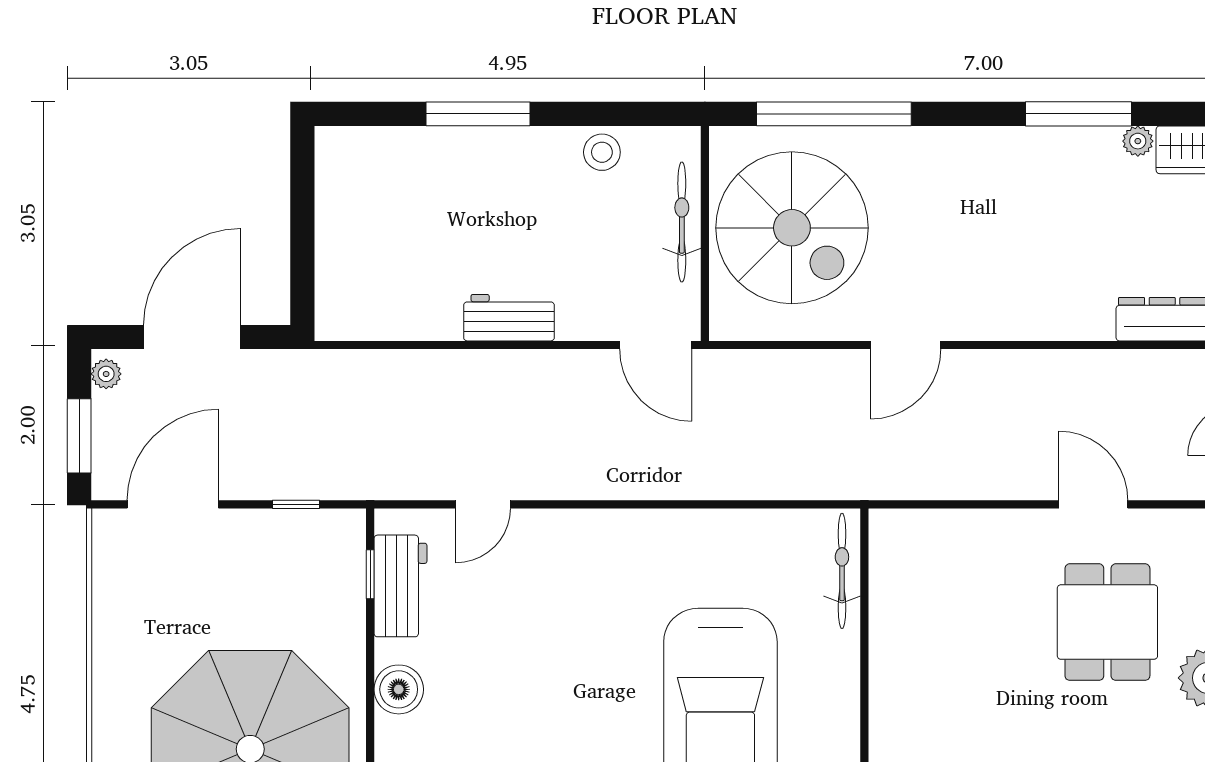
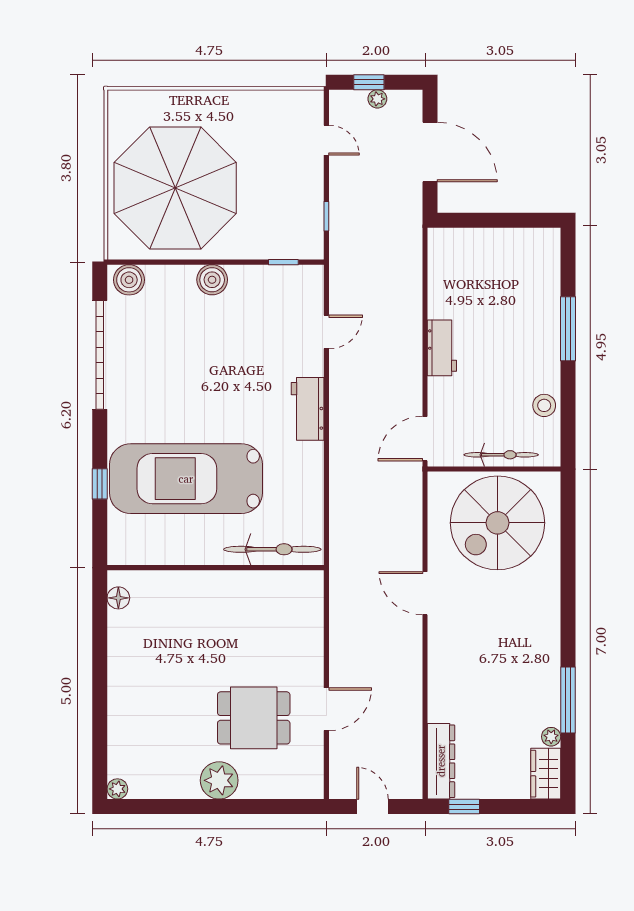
window: (834, 114) -> (568, 549), removed
plant: (106, 374) -> (377, 99), moved
window: (79, 436) -> (369, 82), width x0.67
door: (173, 504) -> (326, 140), width x0.53
door: (483, 504) -> (326, 332), swing flipped
bicycle: (842, 571) -> (272, 549), width x1.37, depth x1.40
workbench: (400, 586) -> (308, 409), moved, turned 90

